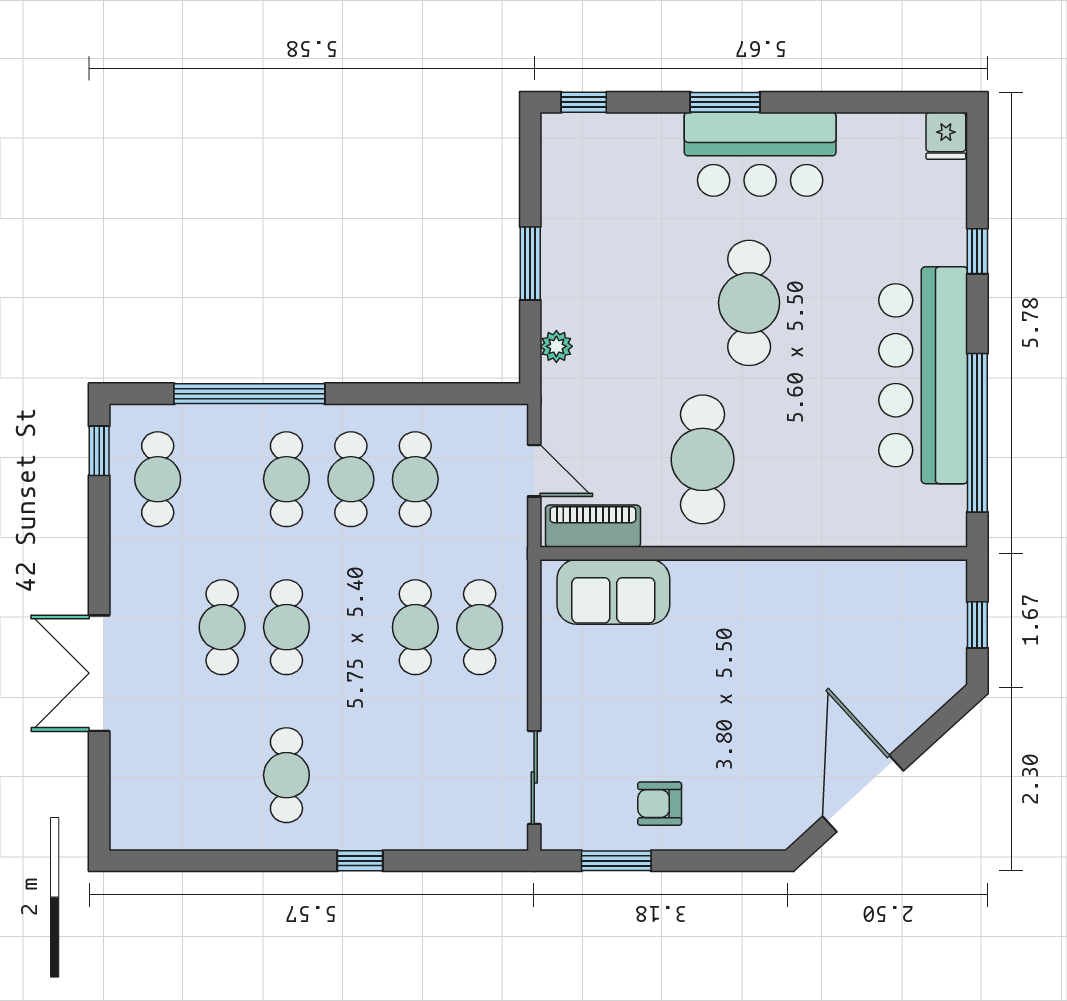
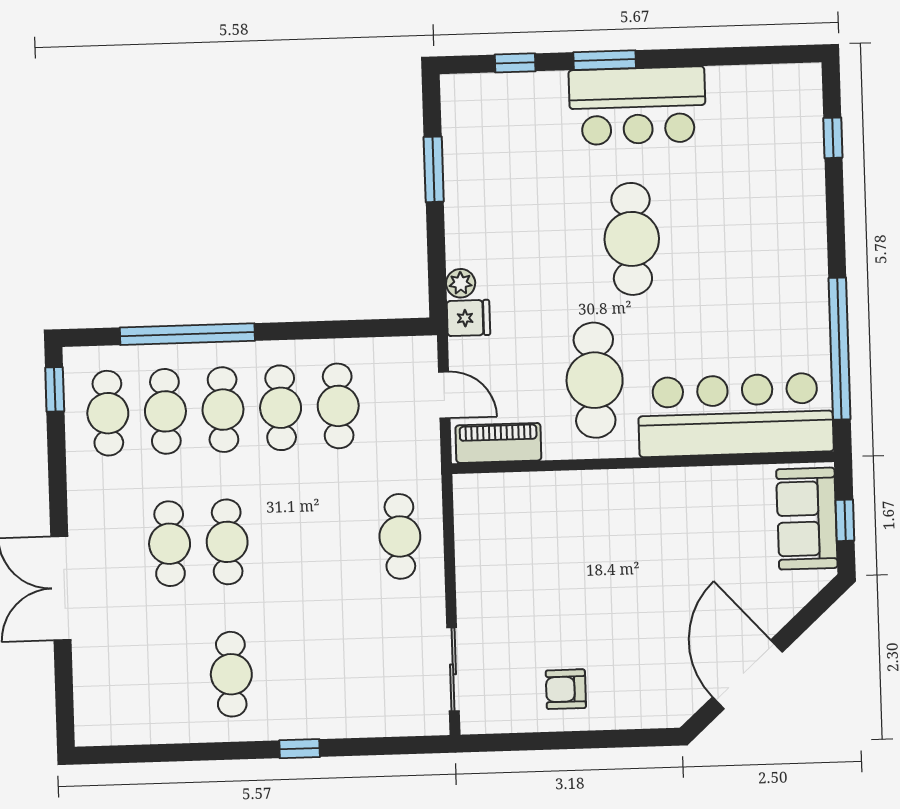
window: (584, 102) -> (515, 63), moved
fridge: (946, 136) -> (468, 318), moved, turned -90
window: (977, 251) -> (833, 138), moved
window: (530, 263) -> (434, 169), moved
bar counter: (923, 375) -> (736, 415), moved, turned 90
sofa: (613, 592) -> (807, 519), moved, turned 90
cafe table: (415, 627) -> (165, 411), moved
window: (616, 861) -> (529, 741), removed

